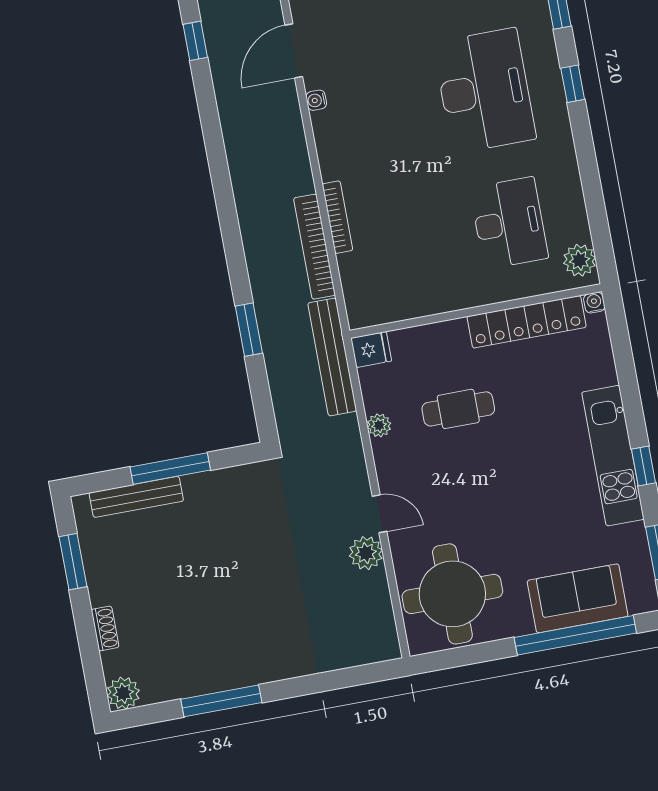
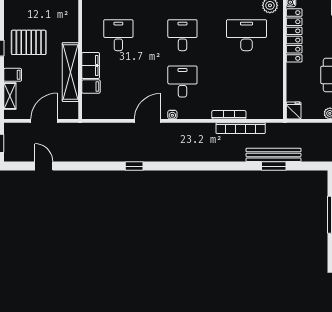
door: (294, 51) -> (147, 121), swing flipped
desk: (484, 91) -> (182, 35), width x0.53, depth x0.77
desk: (388, 108) -> (182, 82), added
bench: (332, 357) -> (273, 155), moved

